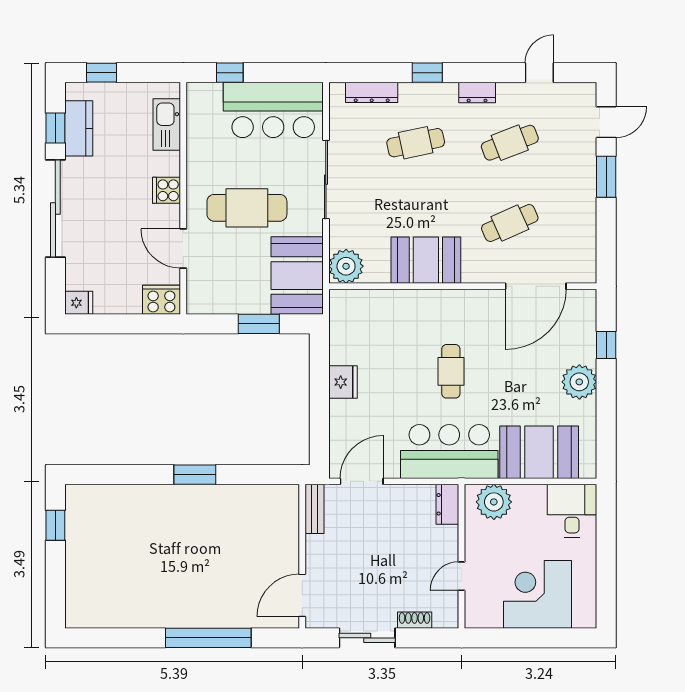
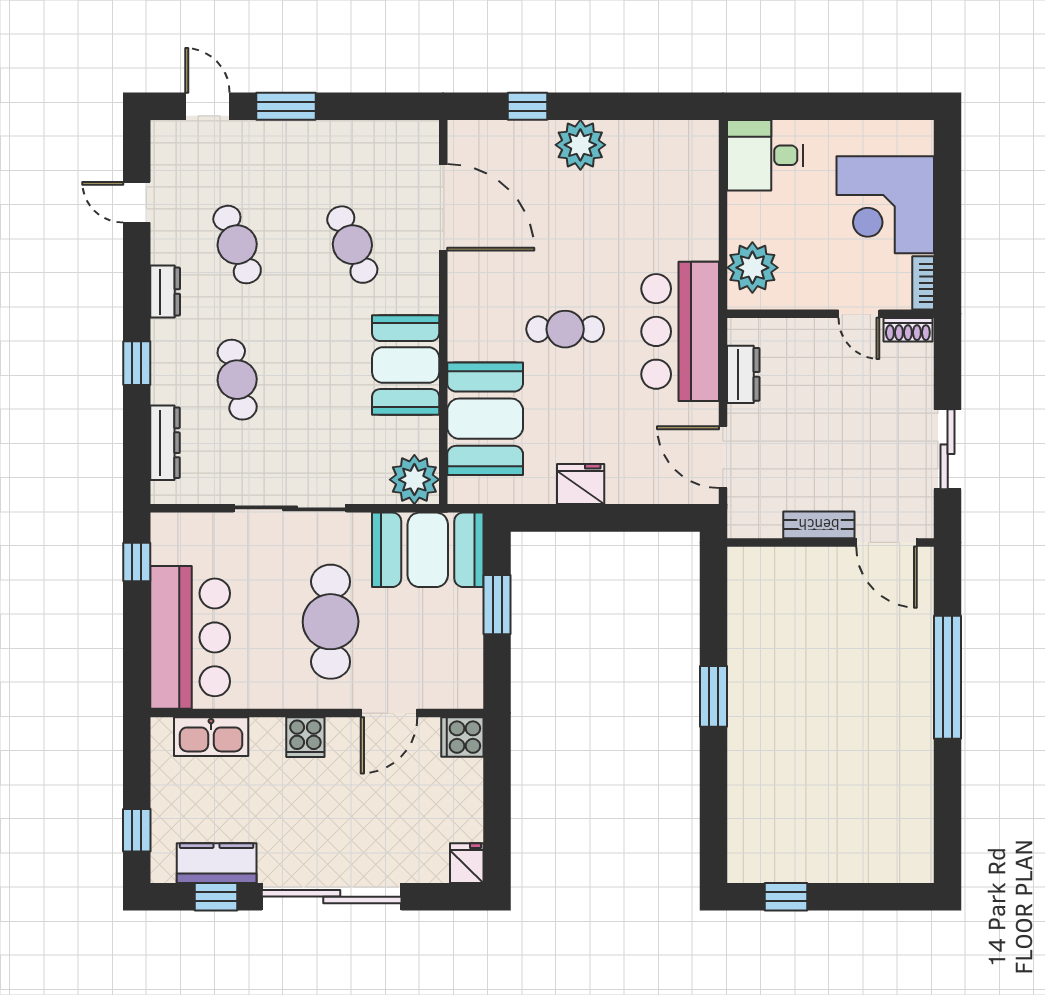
window: (230, 73) -> (137, 562), moved
bar counter: (273, 110) -> (190, 637), moved
cooker: (161, 300) -> (462, 737), width x0.73
booth: (539, 452) -> (485, 419), moved
dresser: (447, 504) -> (743, 374), moved, turned -90
bench: (314, 509) -> (819, 525), moved
shoe rack: (415, 620) -> (908, 330), moved, turned -90
bookcase: (483, 621) -> (923, 283), added

